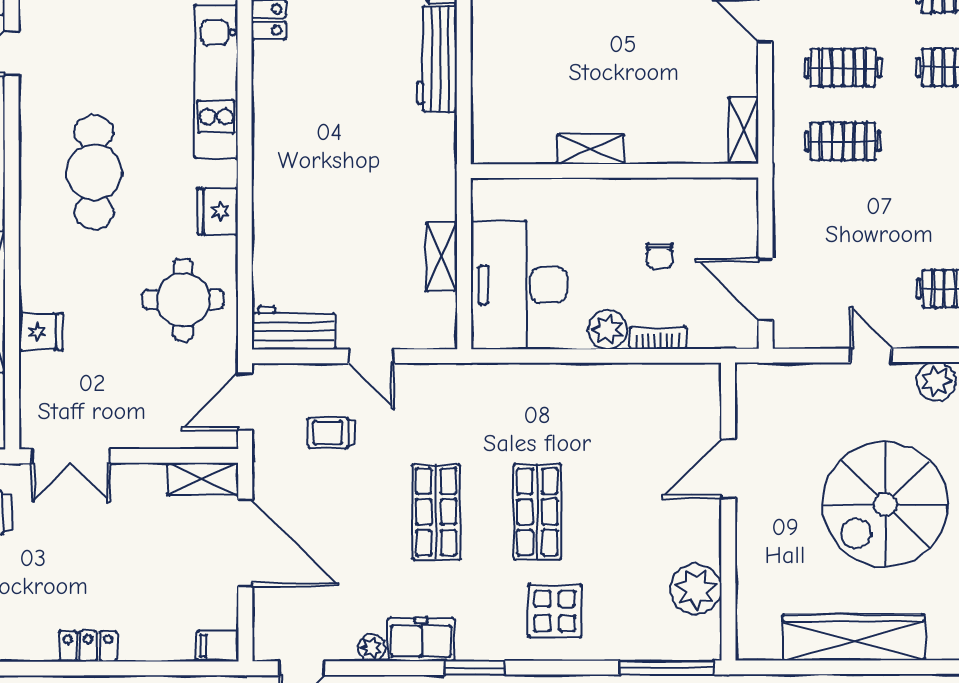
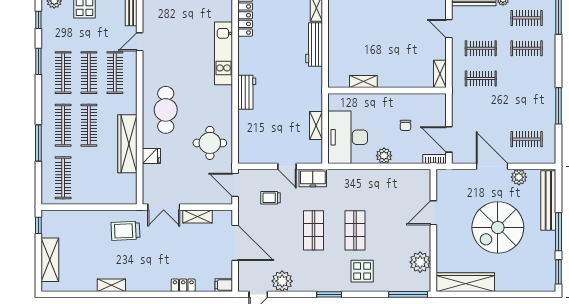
shelving: (591, 149) -> (363, 81), moved
cafe table: (94, 172) -> (166, 110), moved
fridge: (218, 211) -> (224, 107), removed
workbench: (293, 328) -> (247, 92), moved, turned 90
bookcase: (658, 338) -> (434, 159), moved
door: (871, 355) -> (492, 166), width x1.87
door: (245, 401) -> (235, 185), hinge flipped
shelving: (203, 479) -> (197, 217), moved
wardrobe: (854, 637) -> (465, 282), moved
freezer: (421, 639) -> (313, 178), moved, turned 180
locker: (88, 646) -> (183, 285), moved
plant: (372, 648) -> (282, 281), width x1.88, depth x1.88

